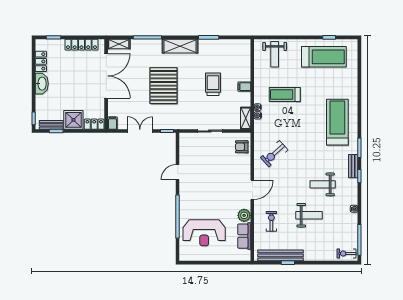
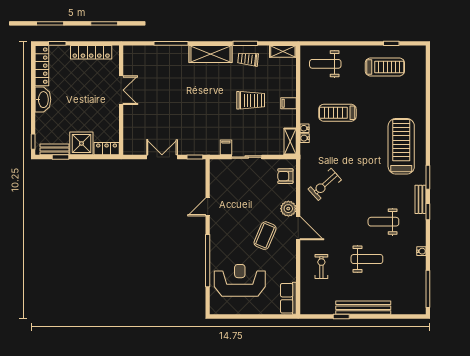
shelving: (119, 44) -> (283, 51), moved
trolley: (211, 50) -> (248, 59), added
weight bench: (275, 54) -> (325, 64), turned 90
treadmill: (324, 57) -> (385, 67), width x0.73, depth x0.73
locker: (41, 61) -> (42, 66), width x1.53
double door: (106, 76) -> (121, 90), width x0.54
trolley: (213, 84) -> (251, 100), turned 90
pallet: (164, 86) -> (191, 102), removed
filing cabinet: (113, 123) -> (226, 147), moved
door: (252, 190) -> (298, 228), hinge flipped
coffee table: (225, 196) -> (265, 236), added
plant: (244, 215) -> (288, 209), moved
reception desk: (204, 233) -> (240, 280), turned 180
row of seats: (244, 236) -> (288, 298), moved
exercise bike: (347, 253) -> (412, 305), removed
bench: (280, 255) -> (363, 308), moved

